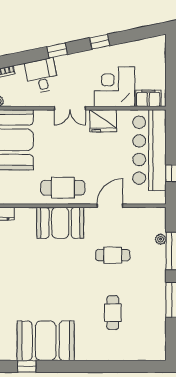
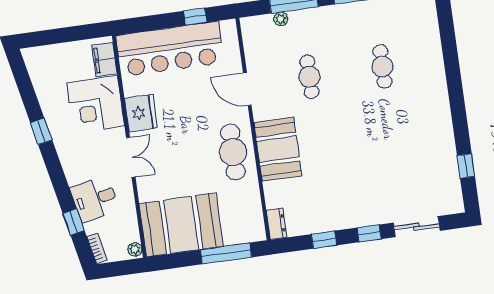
window: (57, 51) -> (74, 222), moved
cafe table: (113, 313) -> (382, 67), turned 90
booth: (46, 341) -> (430, 147), removed

